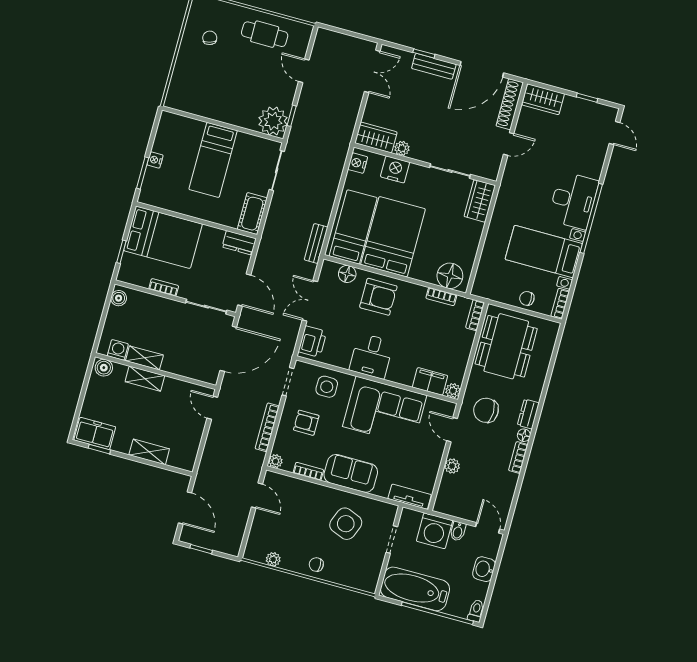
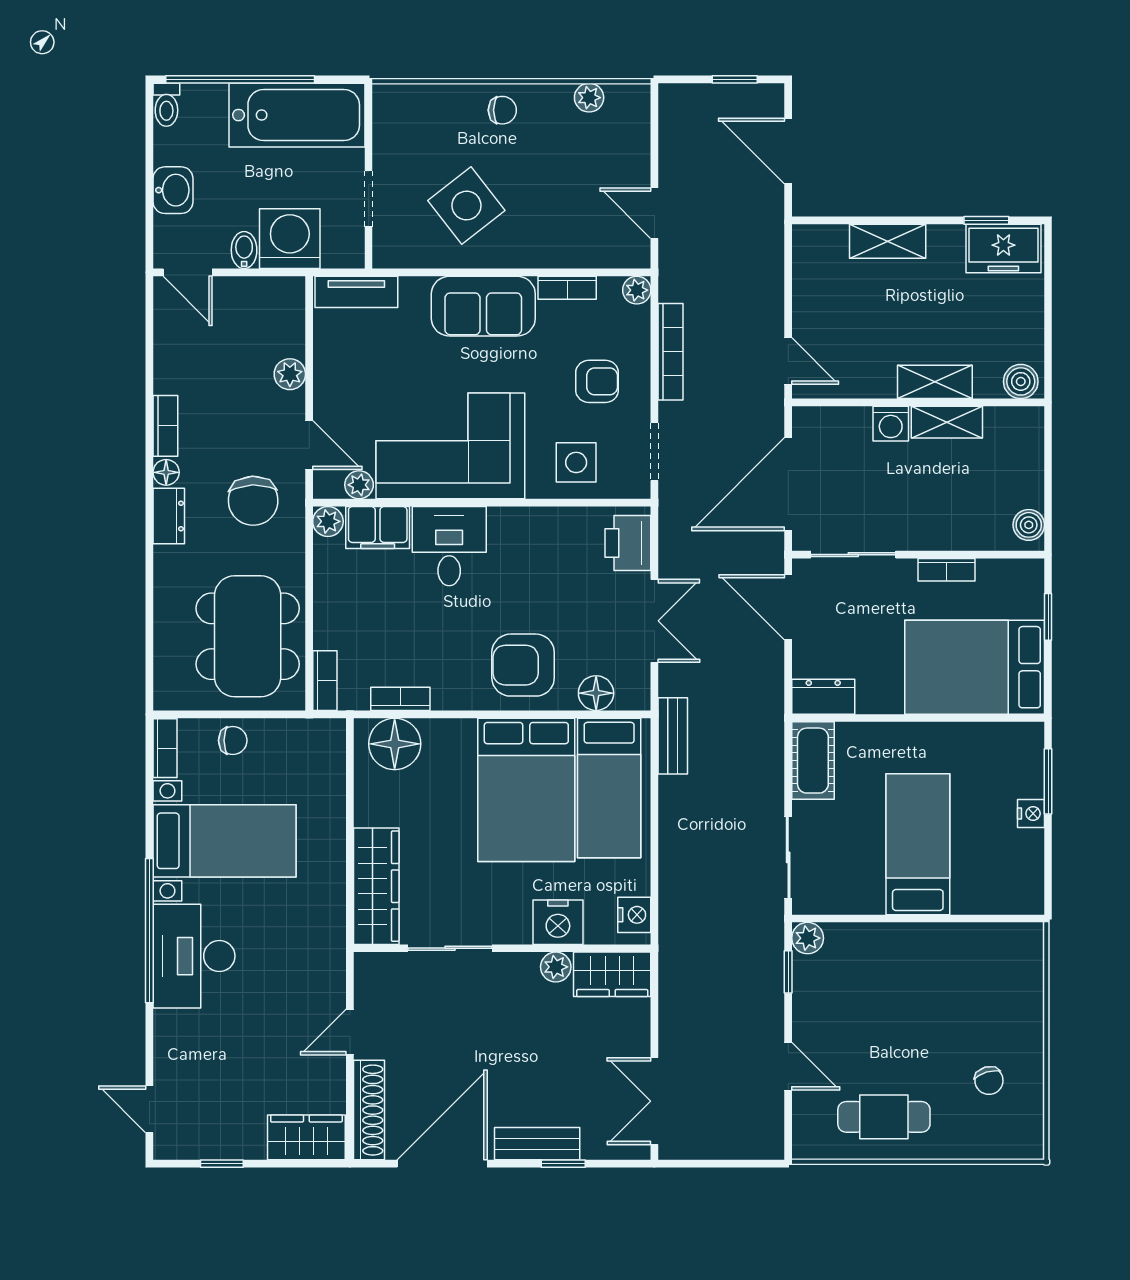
plant: (273, 121) -> (808, 938), width x0.53, depth x0.53
wardrobe: (480, 201) -> (376, 886), width x1.50
washing machine: (118, 350) -> (891, 424), moved
desk: (371, 356) -> (449, 546), moved
plant: (433, 404) -> (359, 485), added
chair: (486, 410) -> (253, 501), turned 88
side table: (346, 524) -> (466, 206), turned 30

